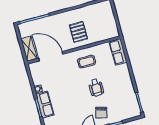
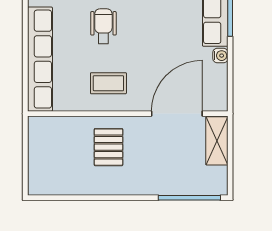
row of seats: (118, 52) -> (40, 59), width x2.02
door: (51, 56) -> (177, 114), swing flipped

